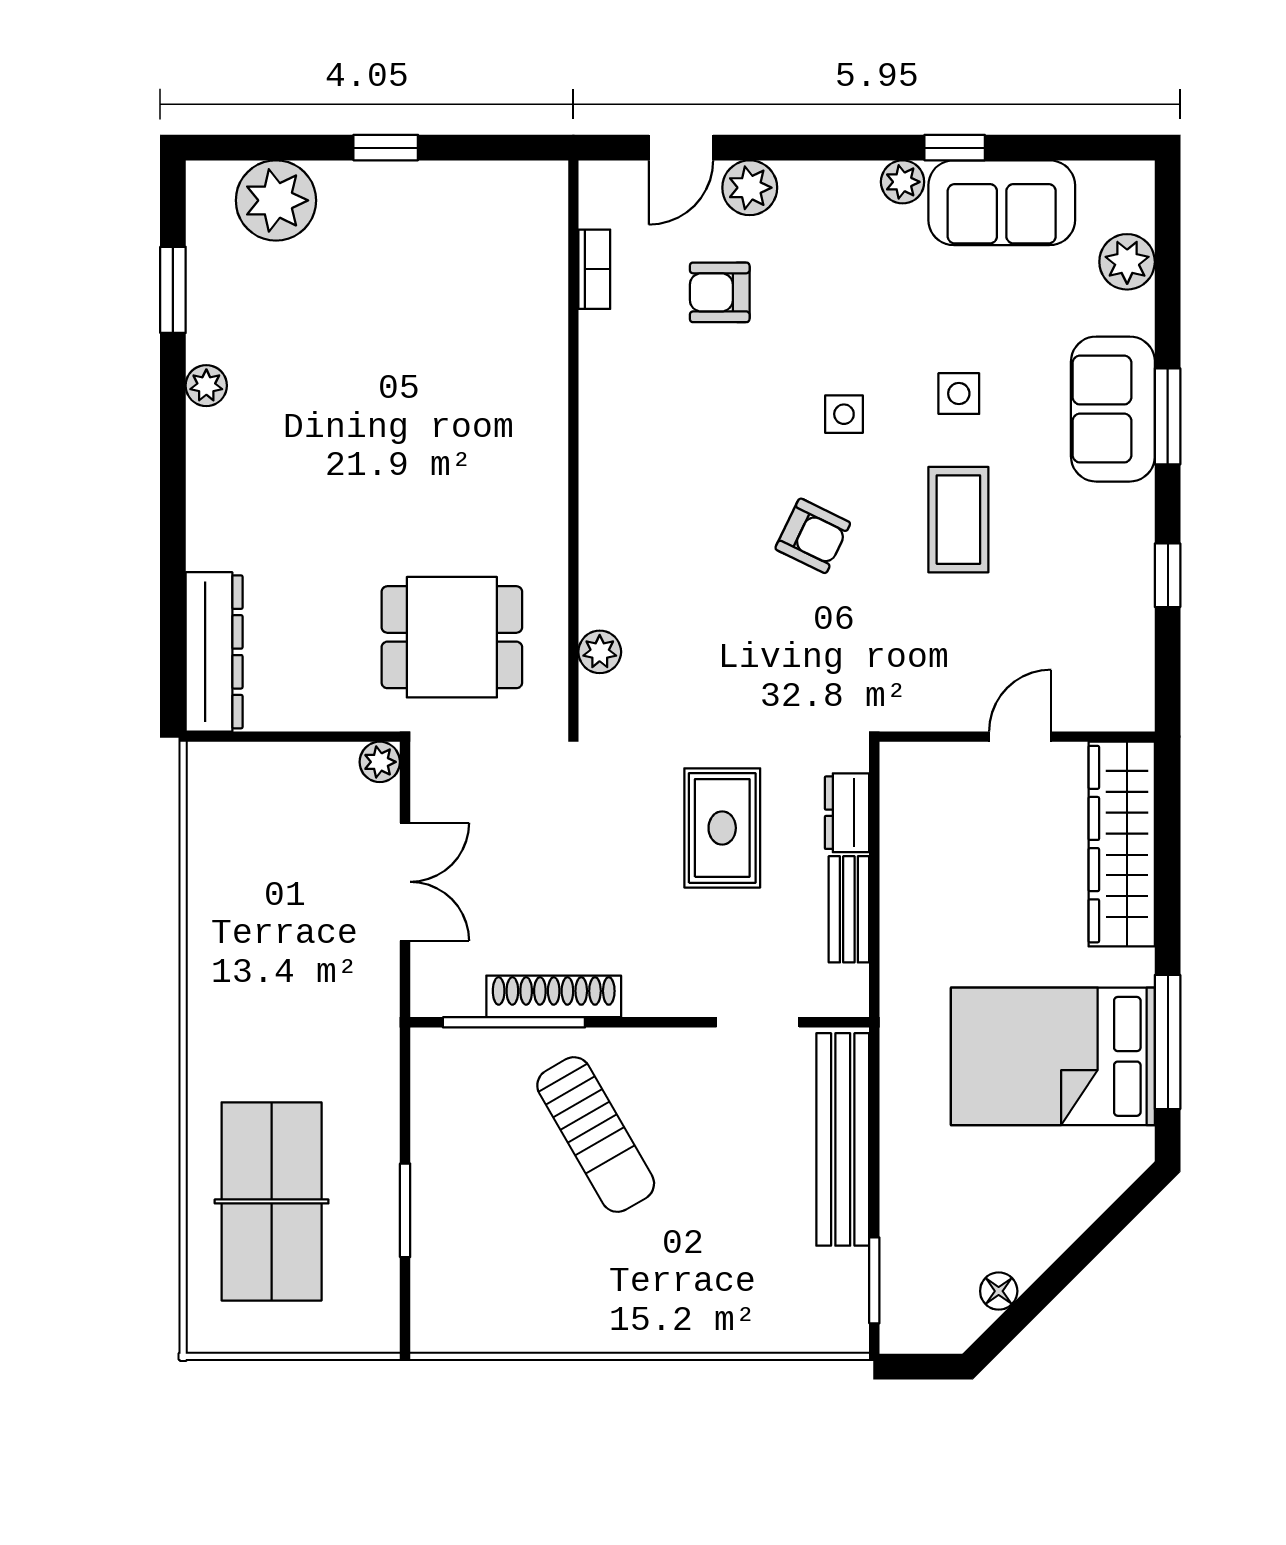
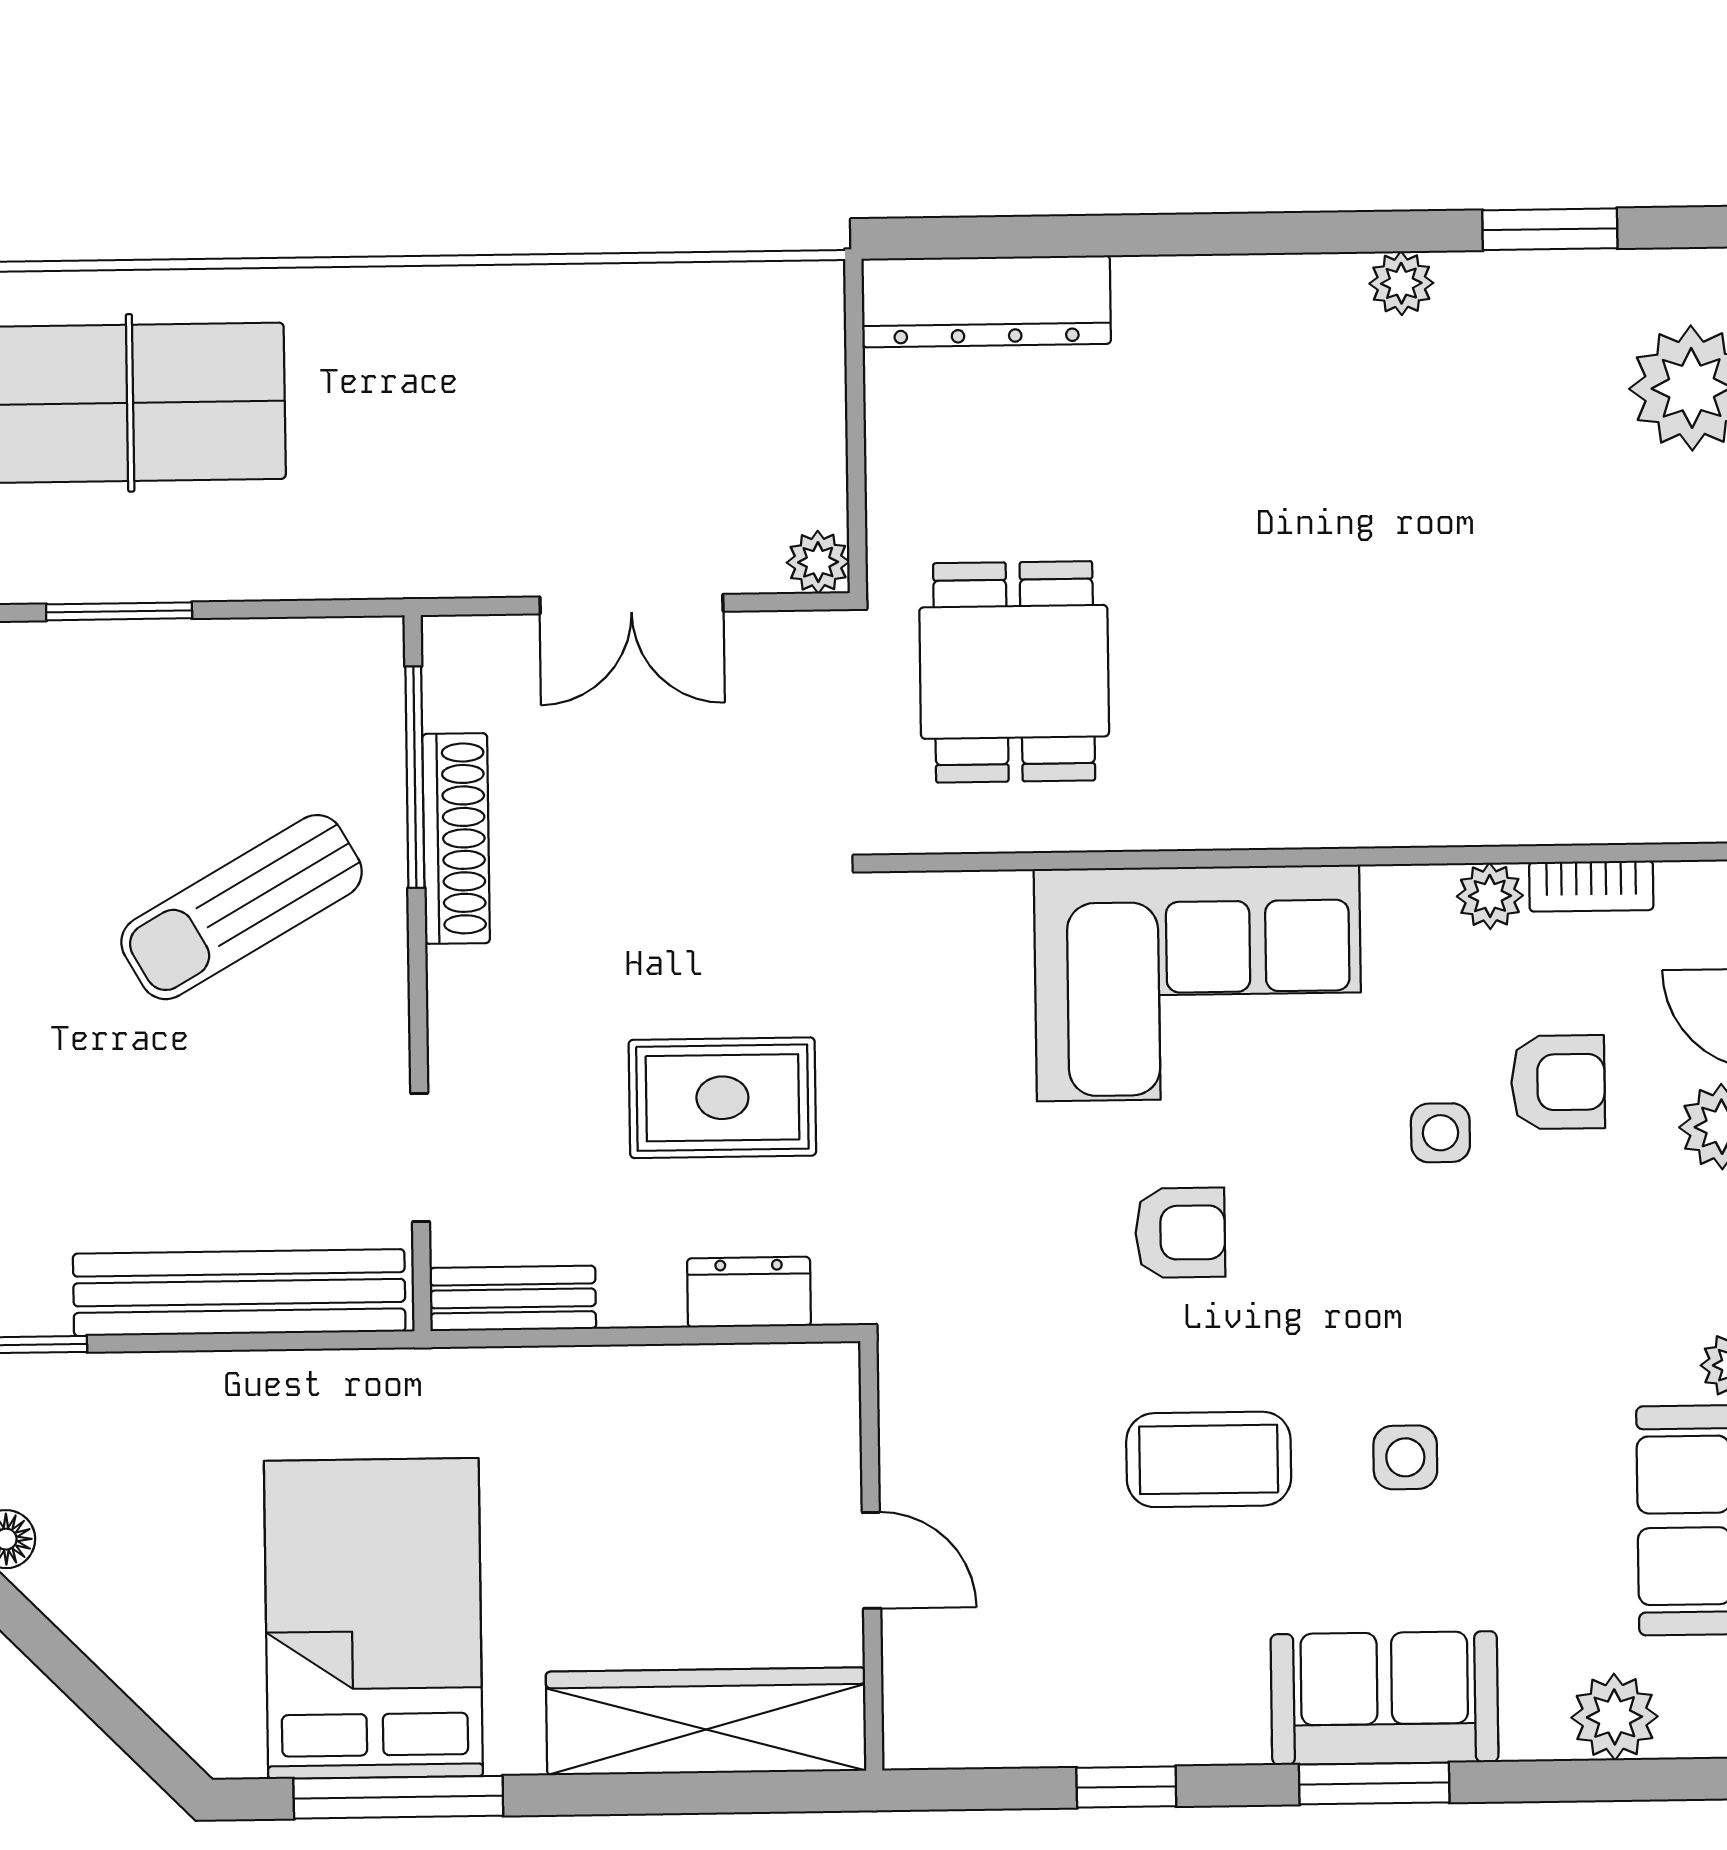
armchair: (720, 292) -> (1558, 1082), turned 90
side table: (844, 414) -> (1440, 1133), moved
corner sofa: (653, 522) -> (1198, 983), added
armchair: (813, 536) -> (1180, 1233), turned -116
plant: (600, 652) -> (1490, 896), moved
bench: (849, 909) -> (513, 1298), moved

